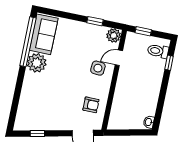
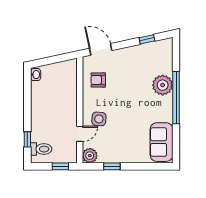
window: (28, 42) -> (176, 98), moved
plant: (37, 63) -> (163, 85), moved

